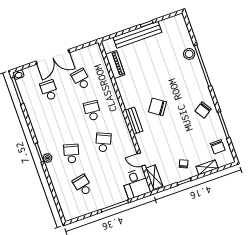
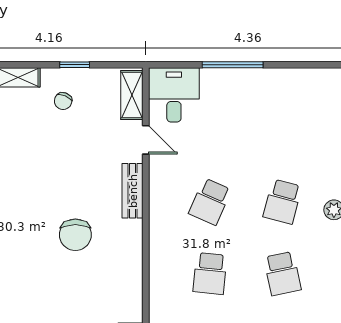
chair: (157, 107) -> (75, 235), turned 55
bench: (134, 121) -> (133, 191), moved
school desk: (83, 185) -> (282, 274), moved

